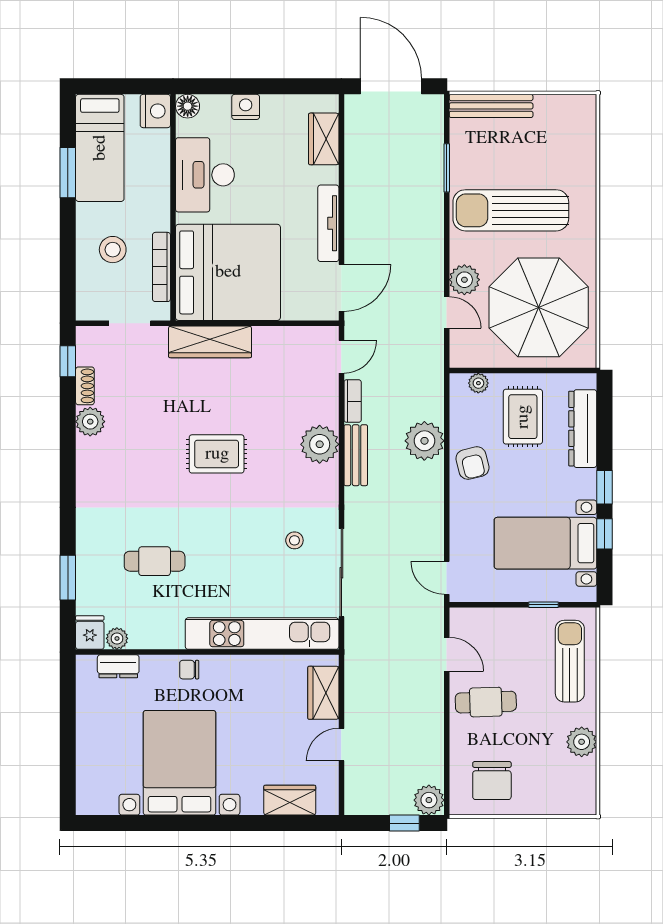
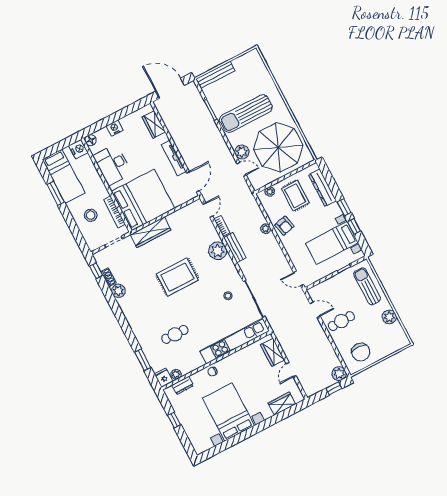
plant: (424, 441) -> (266, 229), width x0.53, depth x0.53
rug: (217, 454) -> (177, 277), width x1.36, depth x1.43
window: (68, 724) -> (174, 420), added

